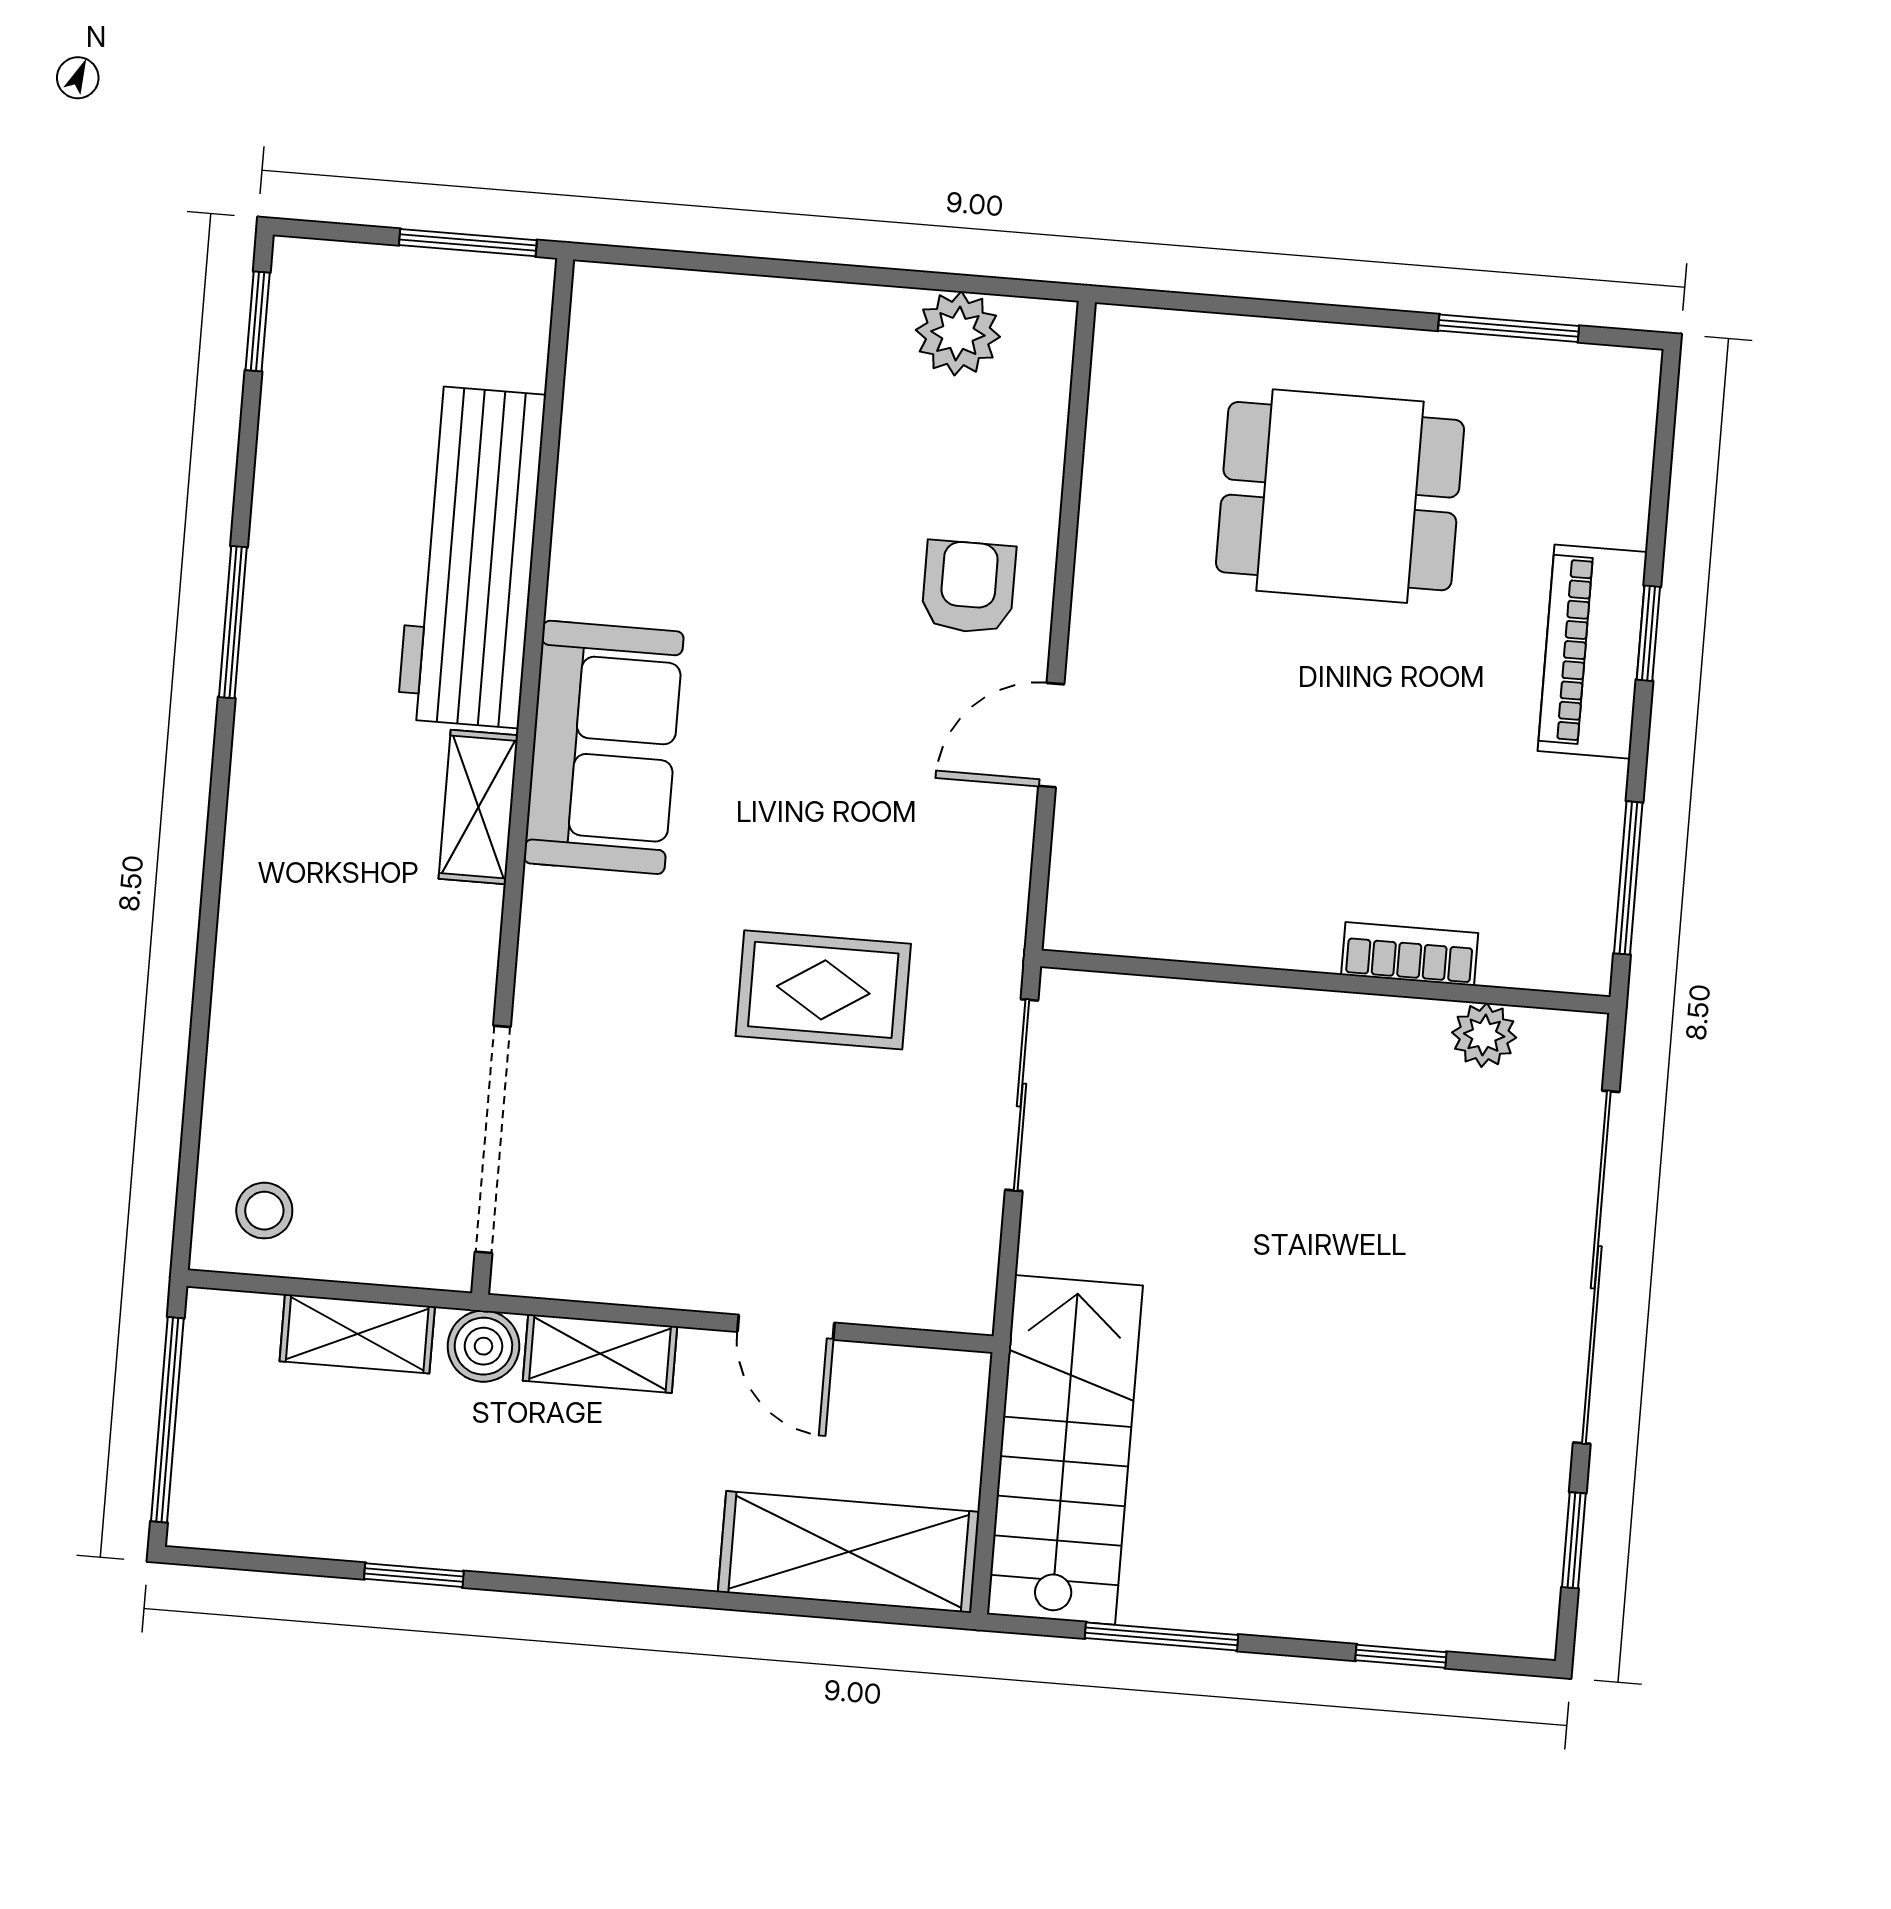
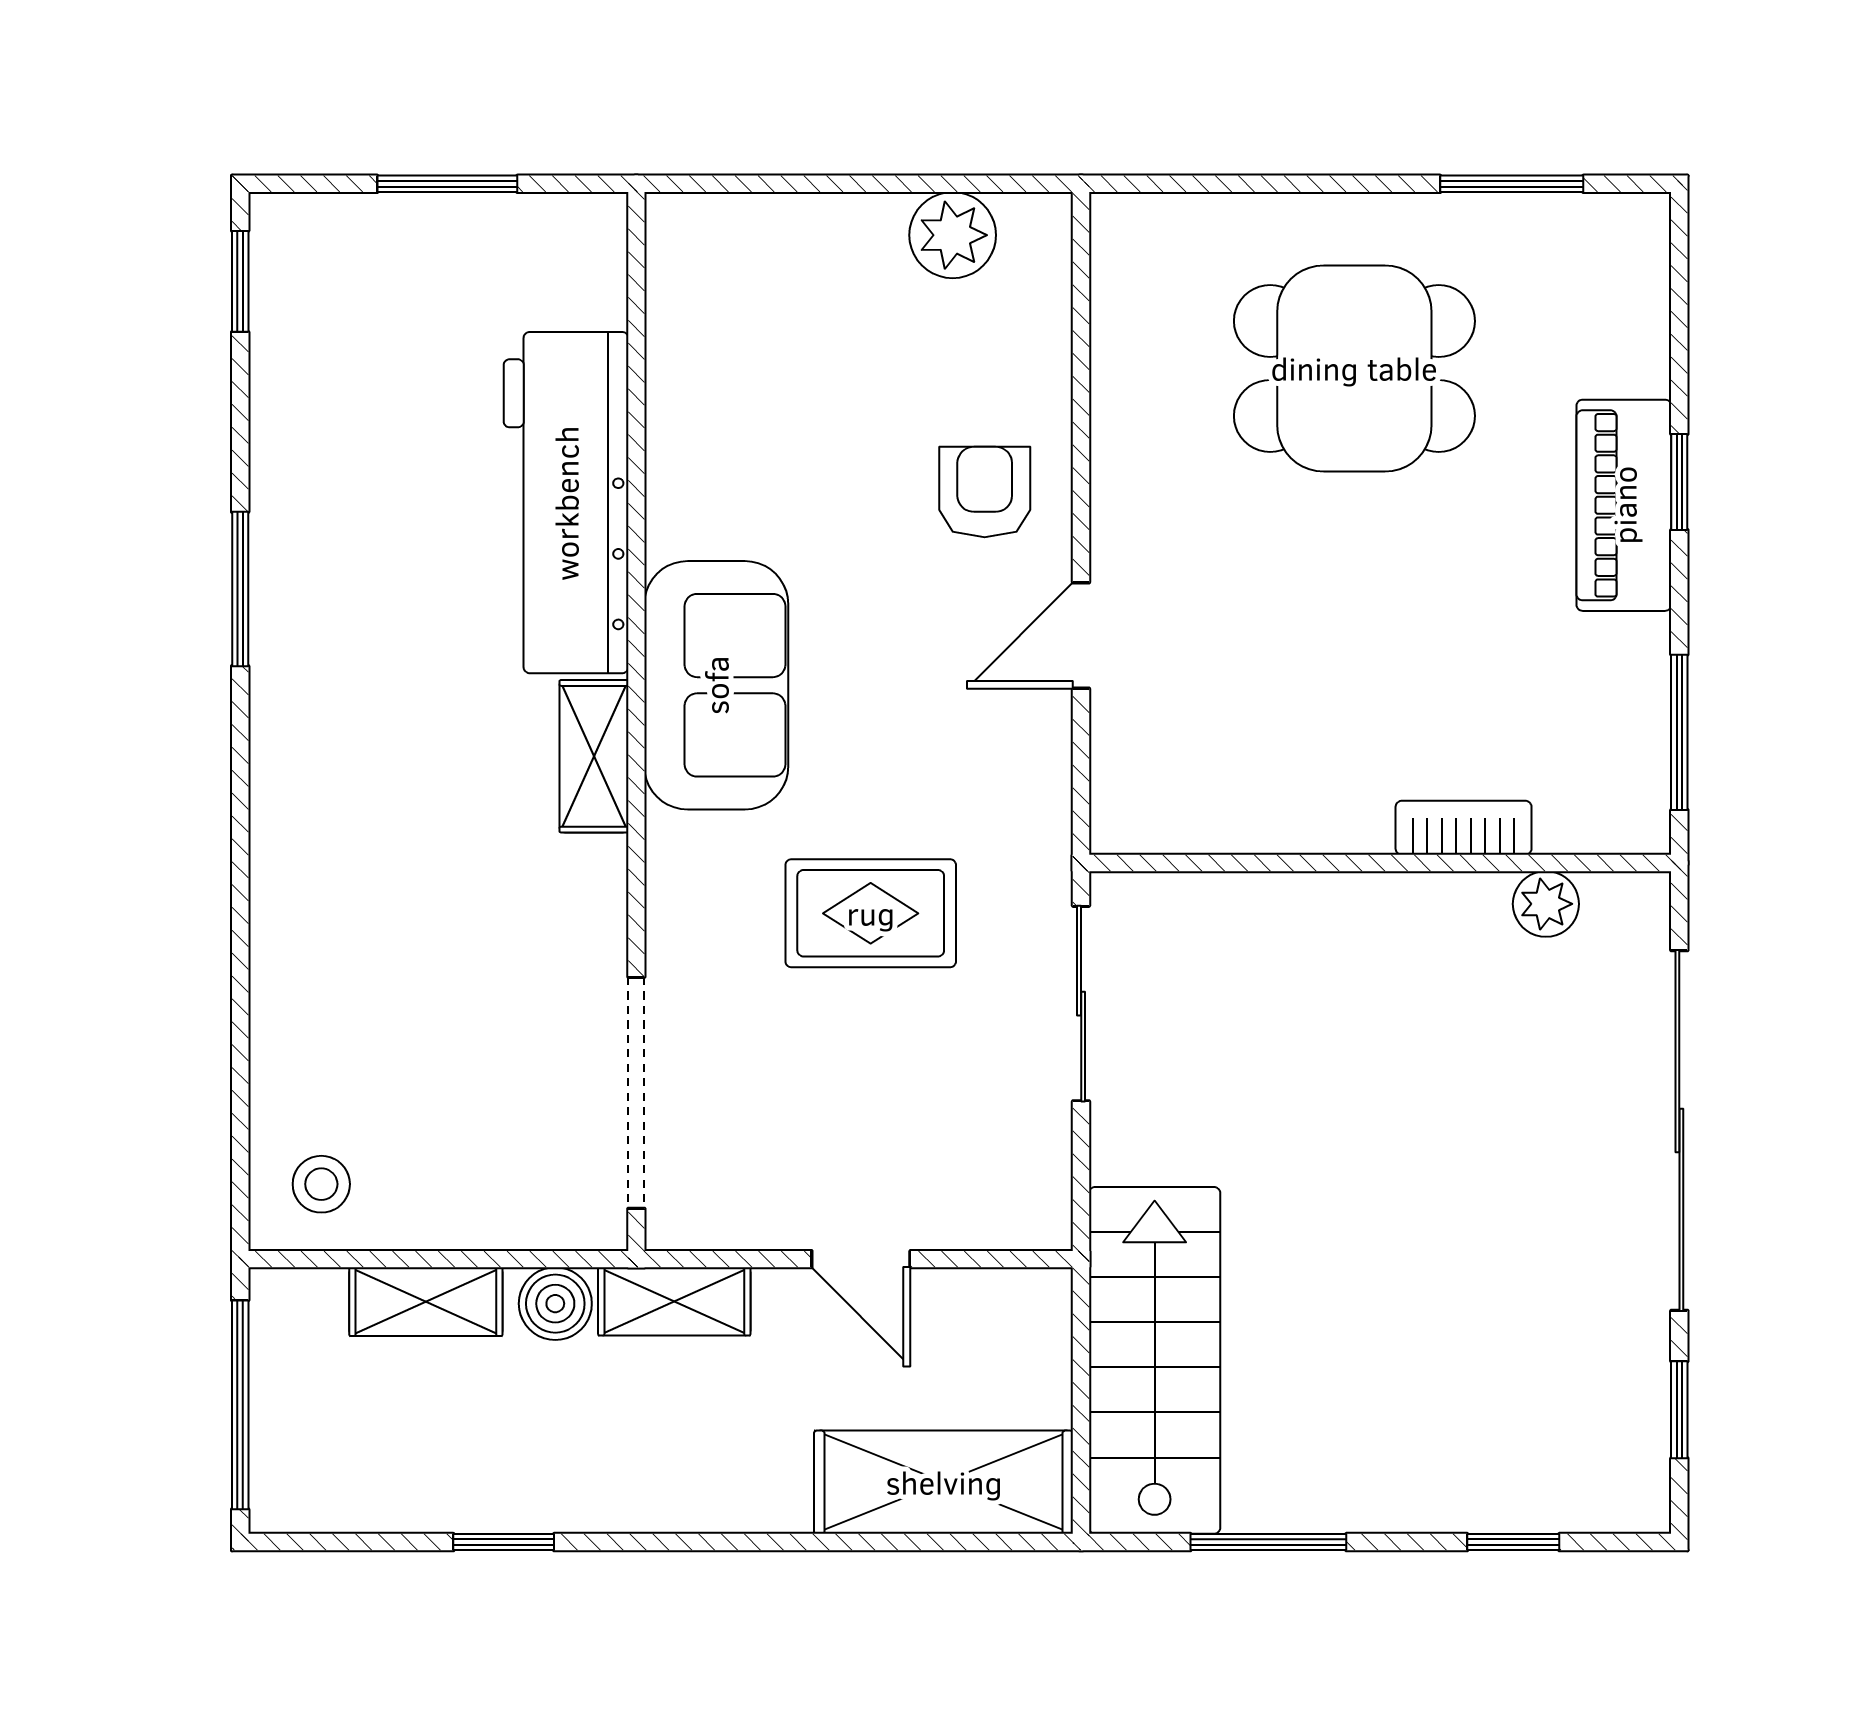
workbench: (471, 557) -> (566, 503), moved
sofa: (604, 747) -> (716, 685), moved
wall: (523, 776) -> (636, 721), moved
shelving: (478, 807) -> (594, 756), moved
doorway: (493, 1139) -> (636, 1093), moved

